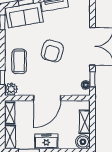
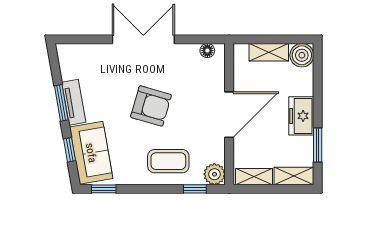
window: (92, 79) -> (198, 39), removed
door: (47, 98) -> (229, 115), hinge flipped

